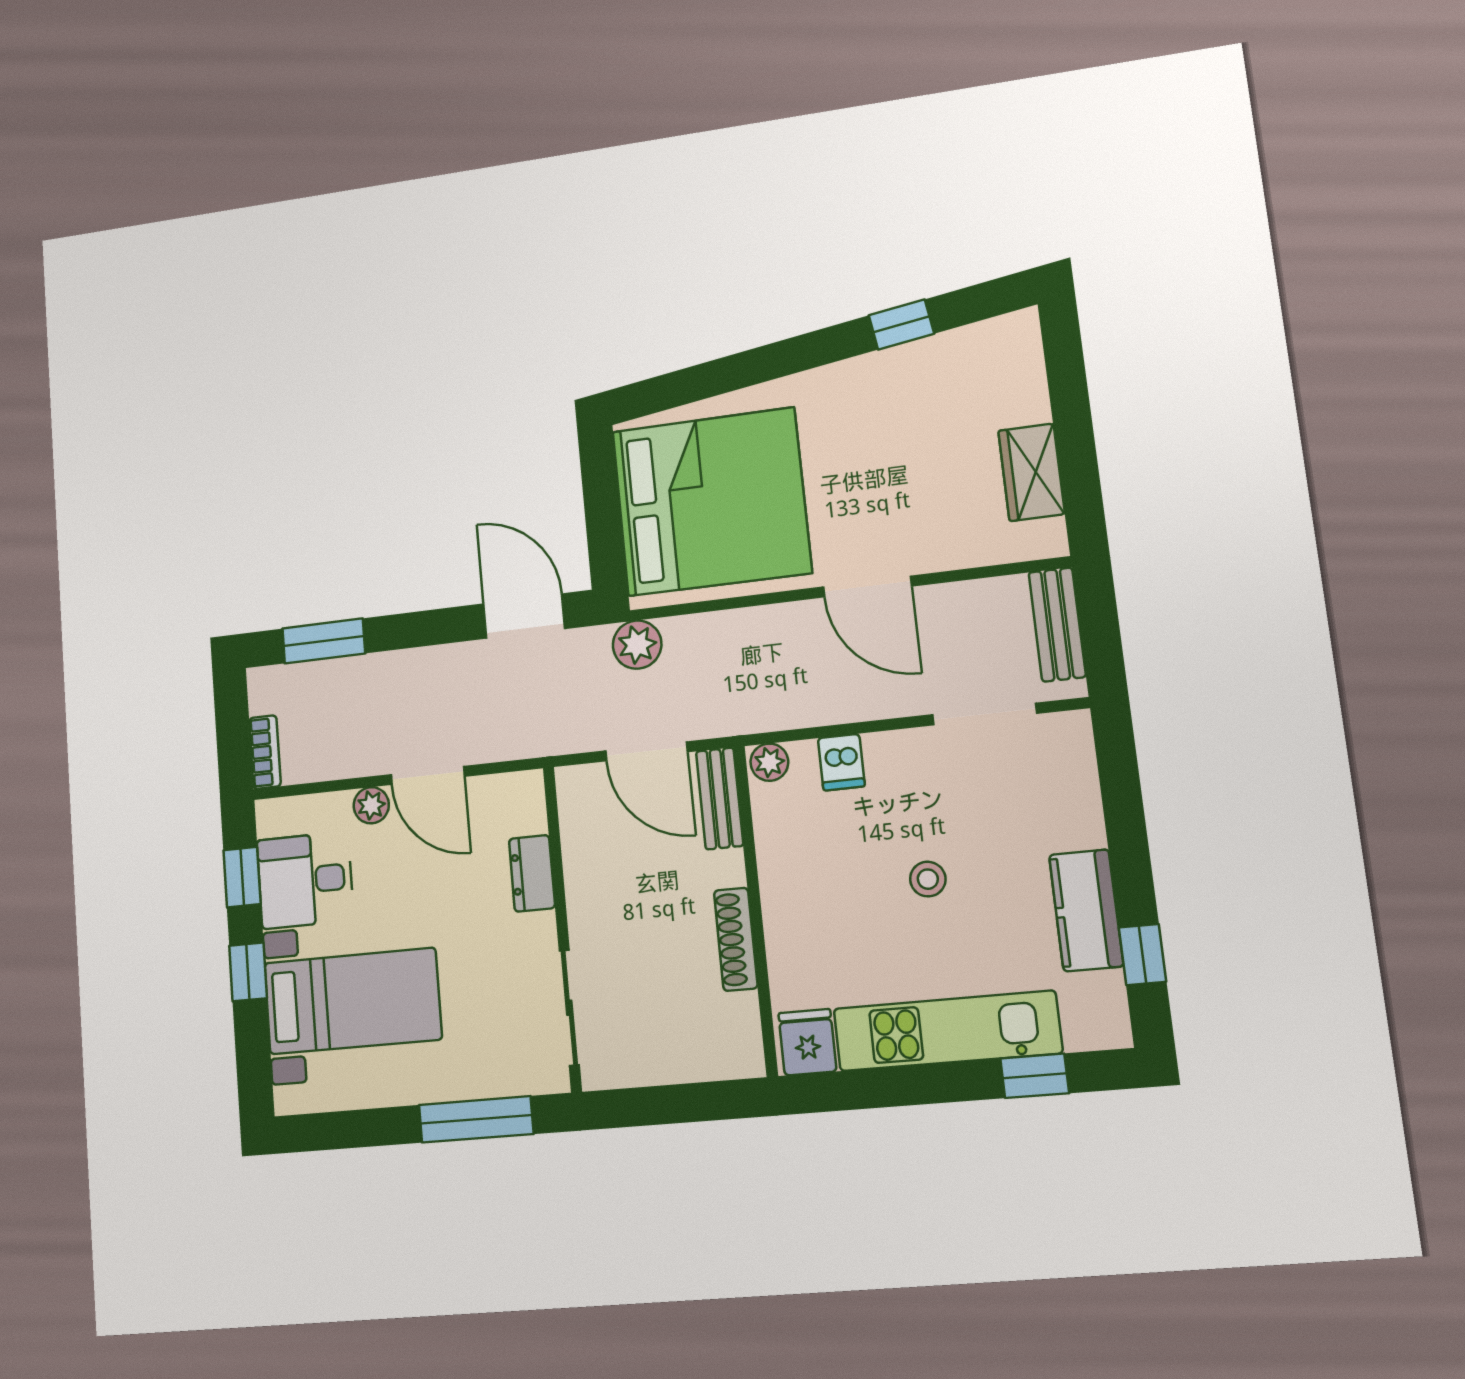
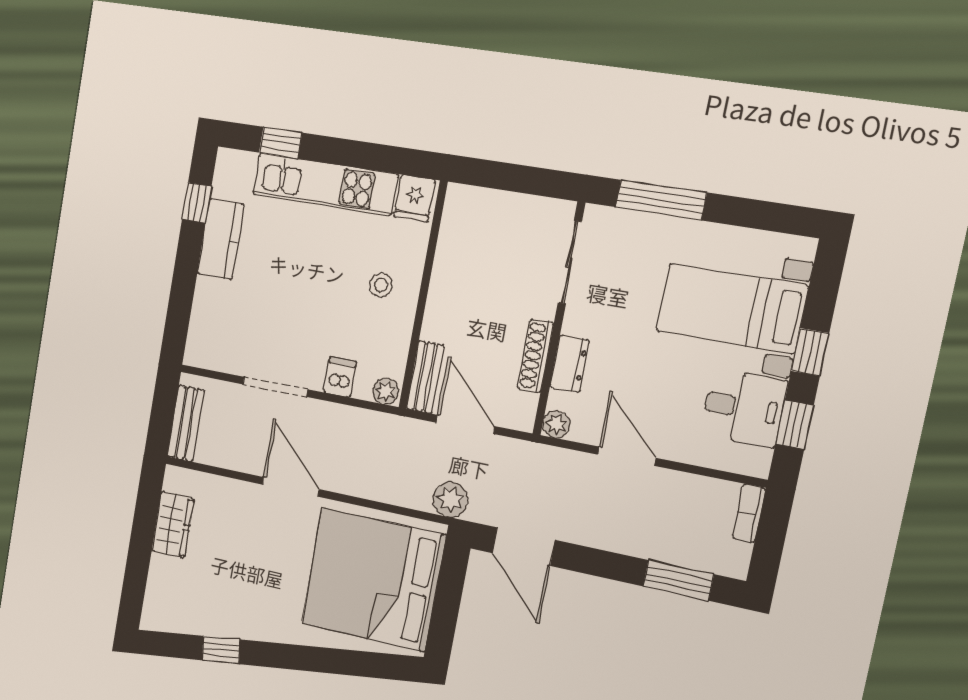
doorway: (985, 714) -> (275, 387), moved
plant: (371, 805) -> (556, 424), moved
stool: (928, 879) -> (381, 285), moved
shoe rack: (736, 939) -> (535, 356), moved, turned 180

